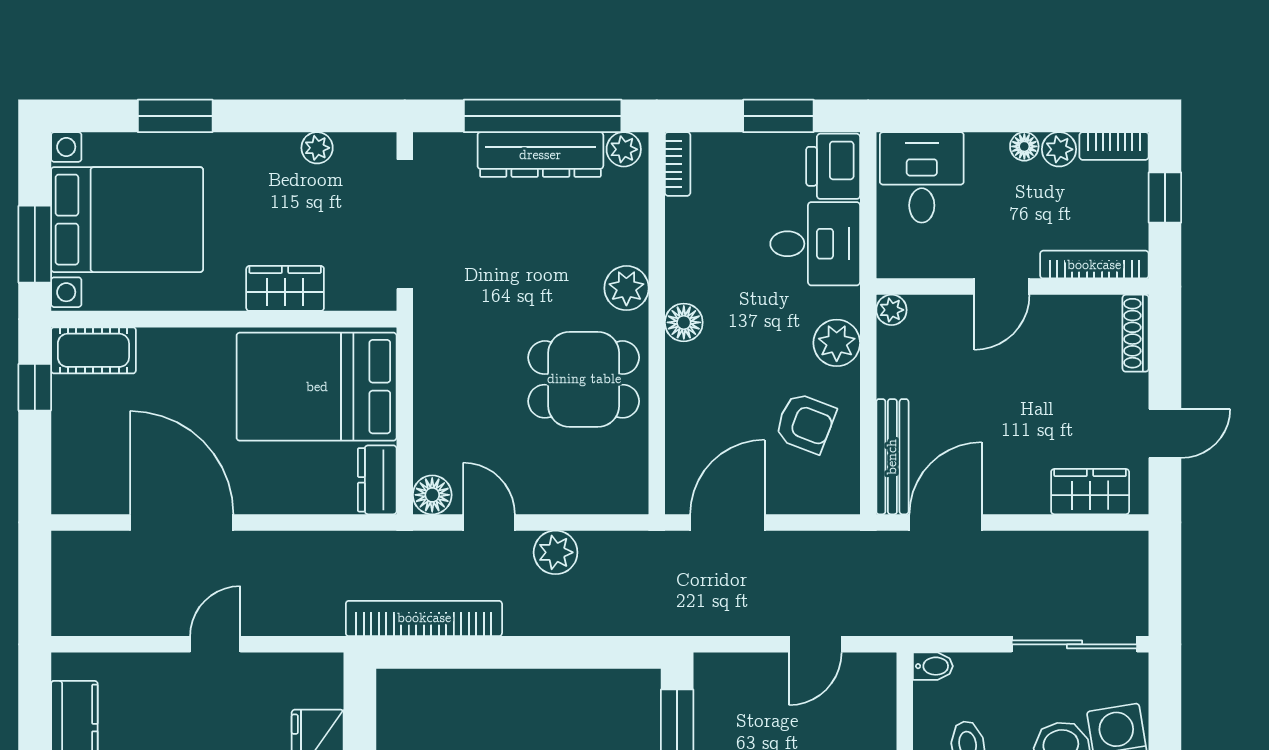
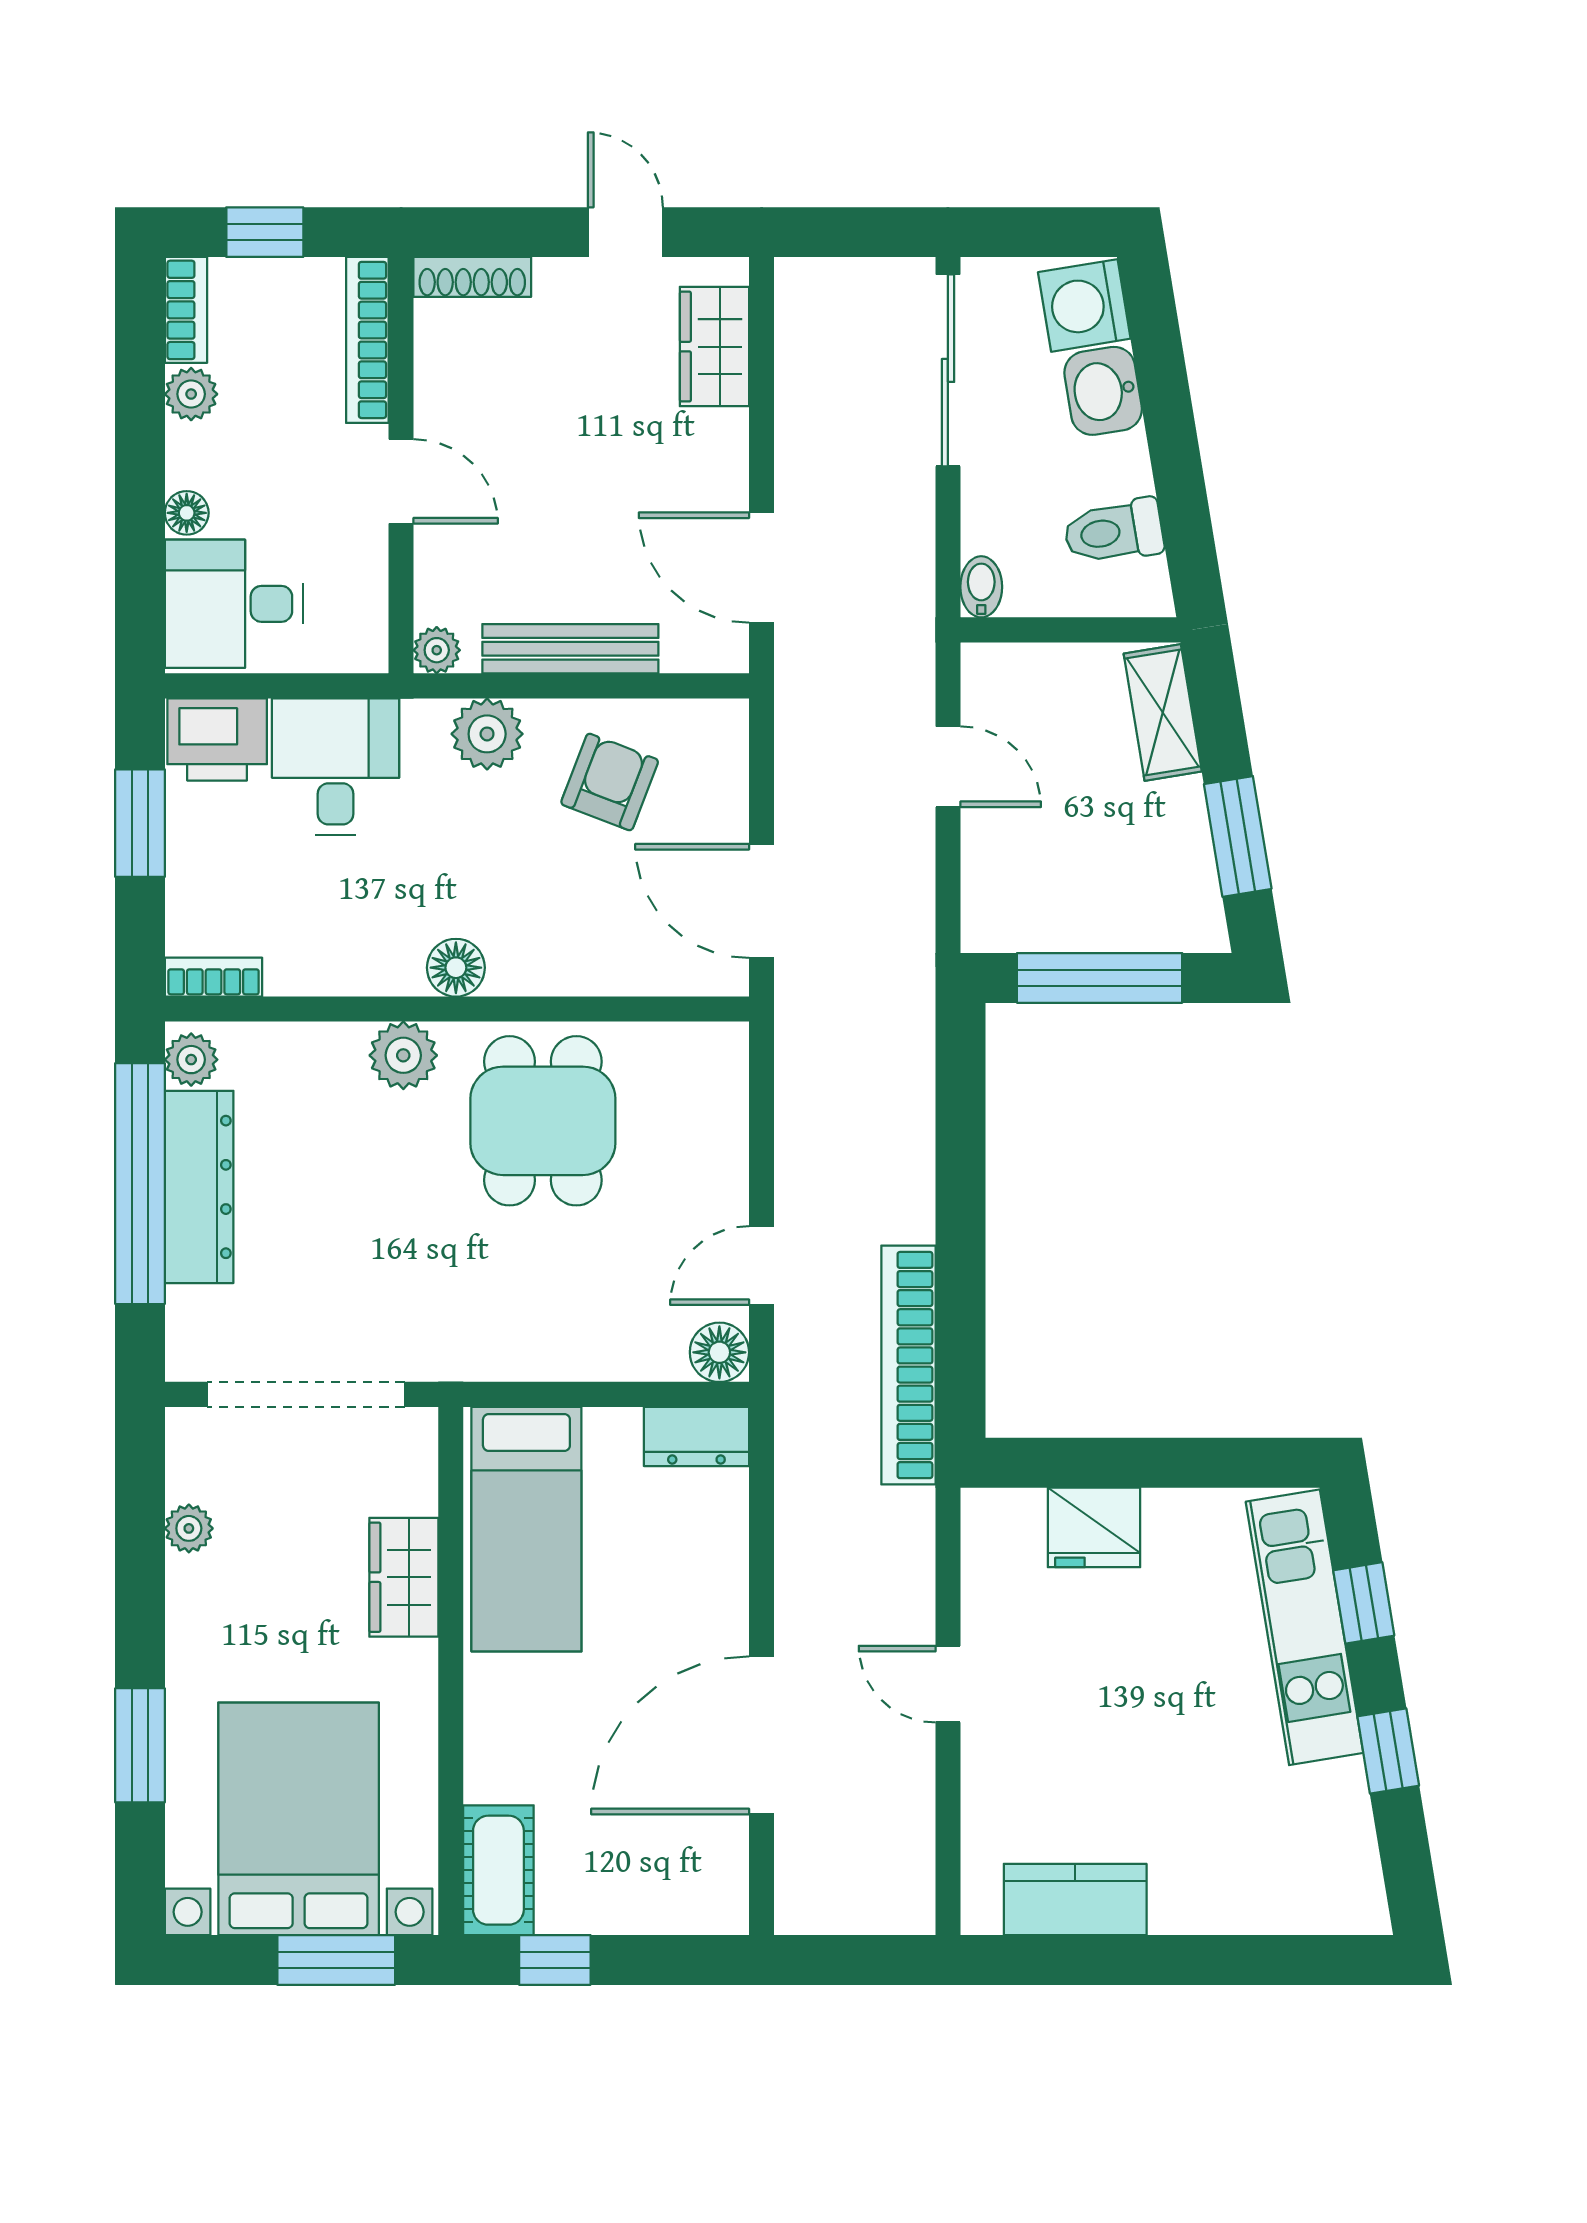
floor lamp: (1024, 146) -> (187, 513), moved
bed: (317, 387) -> (526, 1529), width x0.67
bench: (892, 457) -> (570, 649), moved
plant: (556, 552) -> (807, 1164), removed

